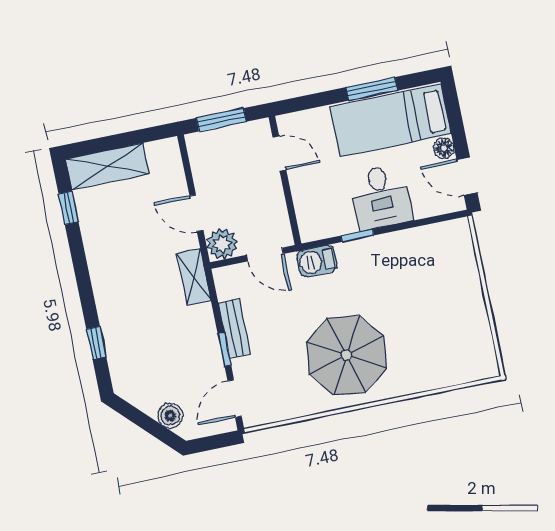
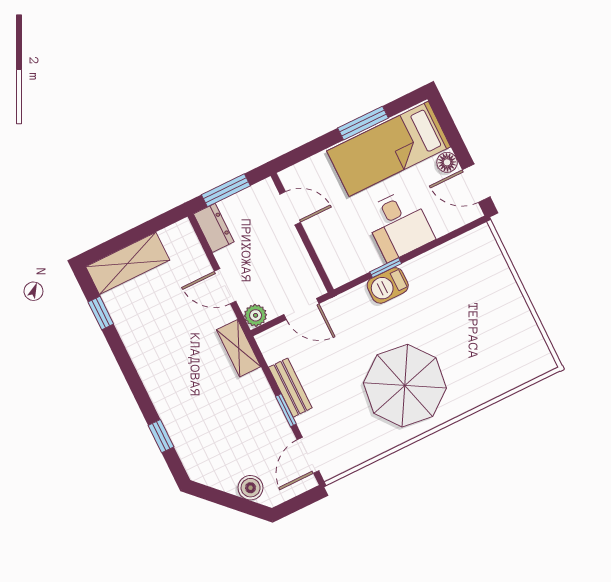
dresser: (200, 153) -> (214, 228), added
plant: (222, 244) -> (256, 315), width x0.73, depth x0.73
barbecue: (317, 261) -> (388, 285), moved

